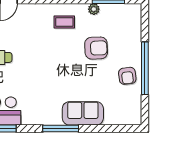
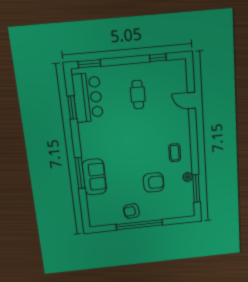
armchair: (96, 48) -> (154, 182), turned -88
window: (61, 128) -> (80, 173), moved

